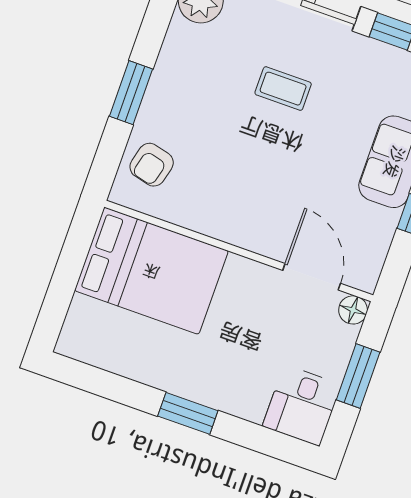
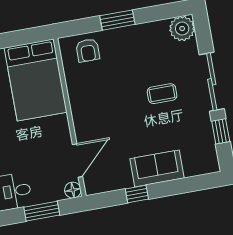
coffee table: (283, 89) -> (162, 94), turned 90
armchair: (152, 165) -> (88, 50), turned -104

